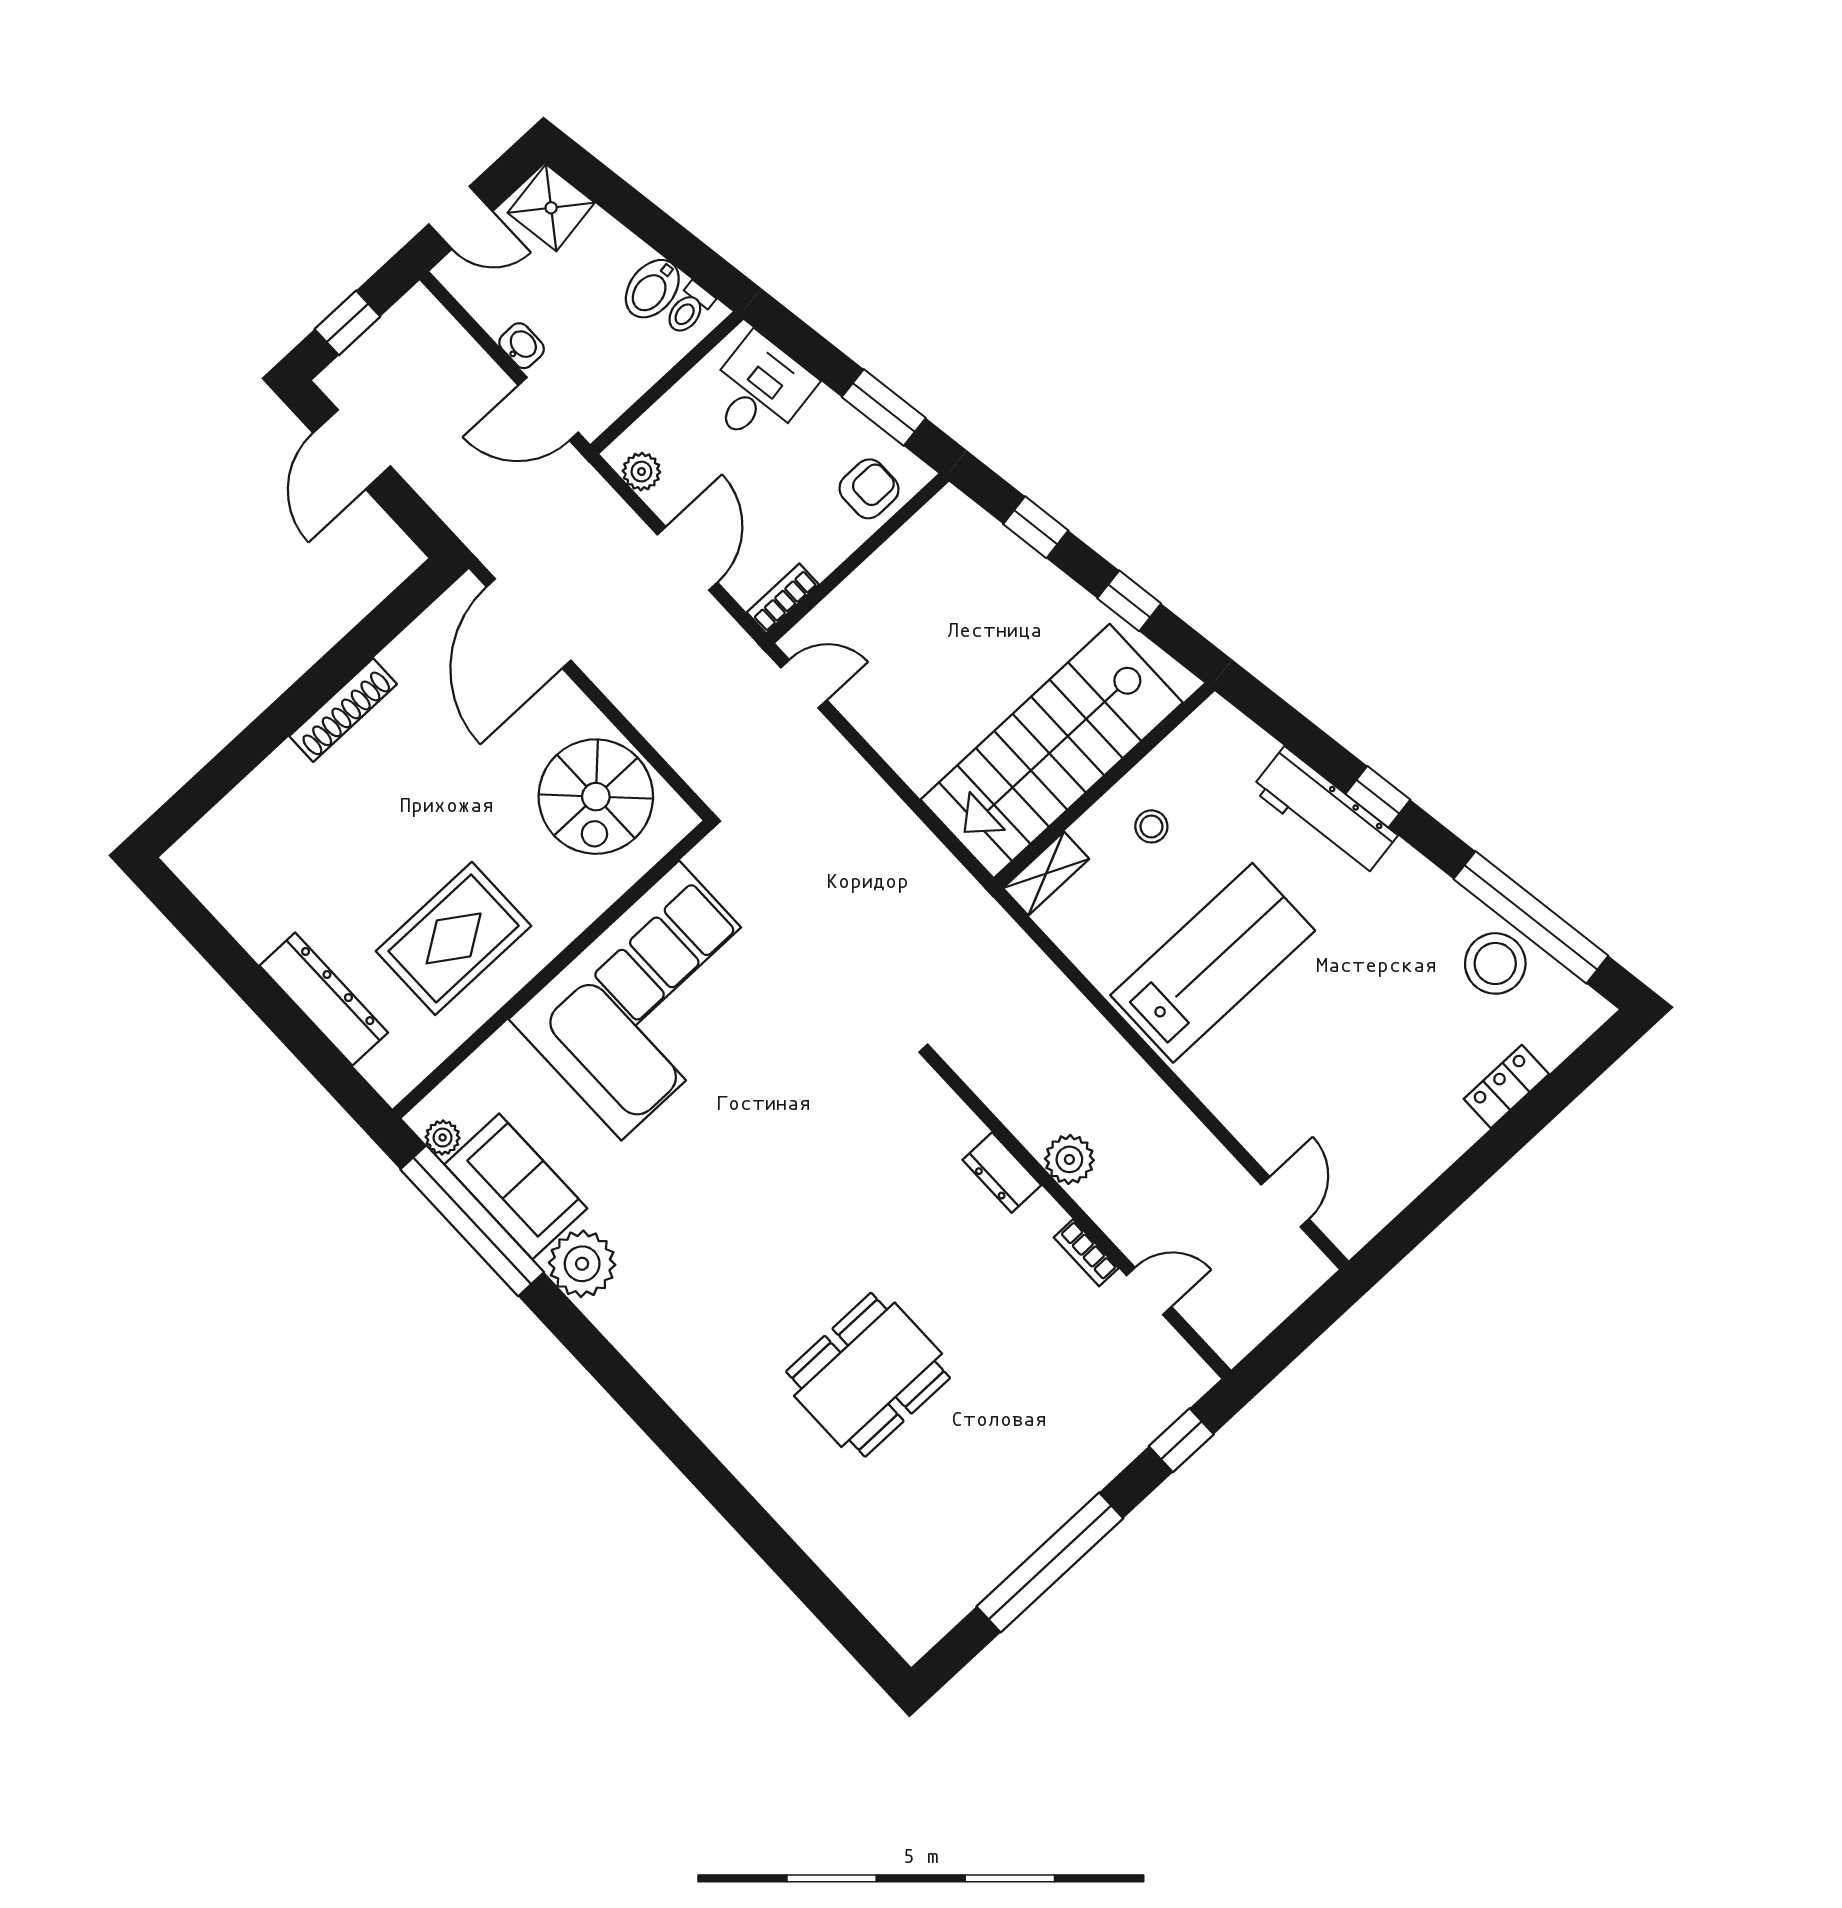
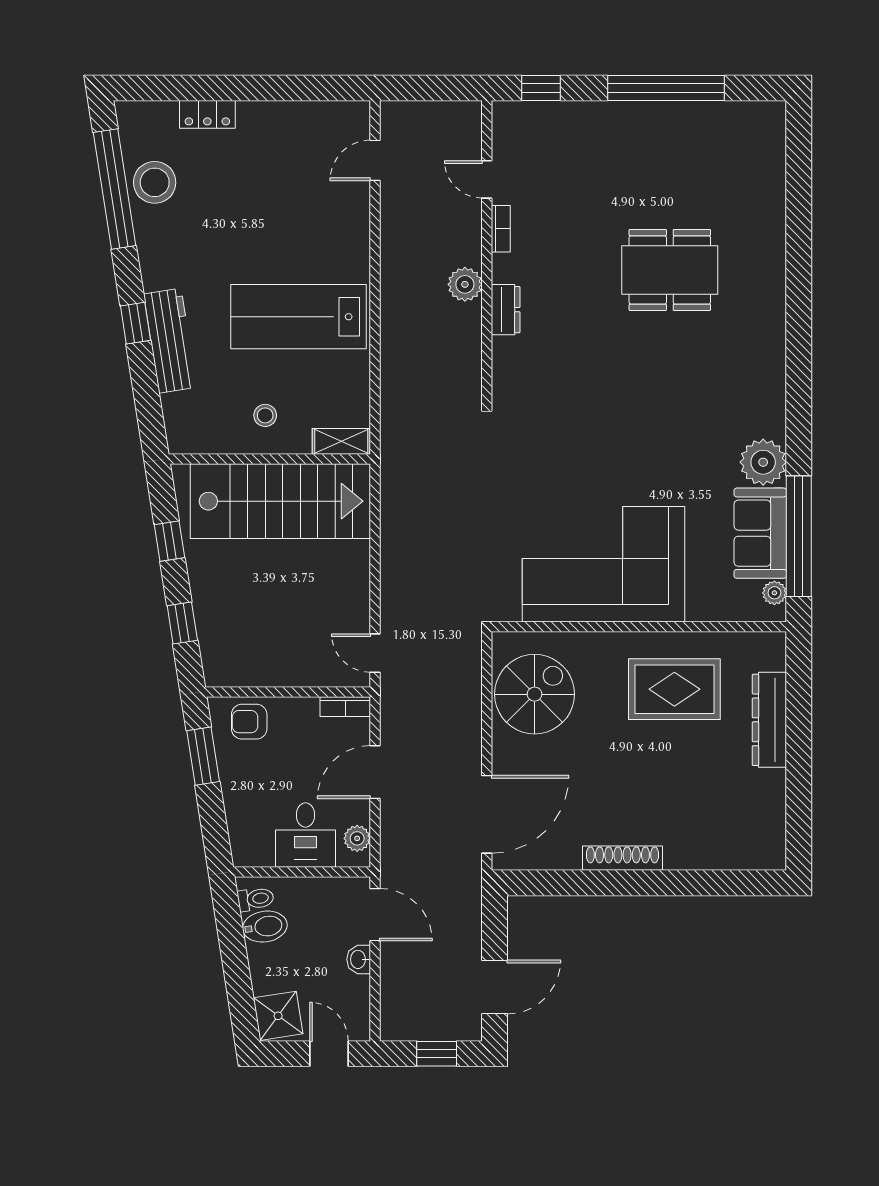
desk: (759, 391) -> (305, 835), moved, turned -81

